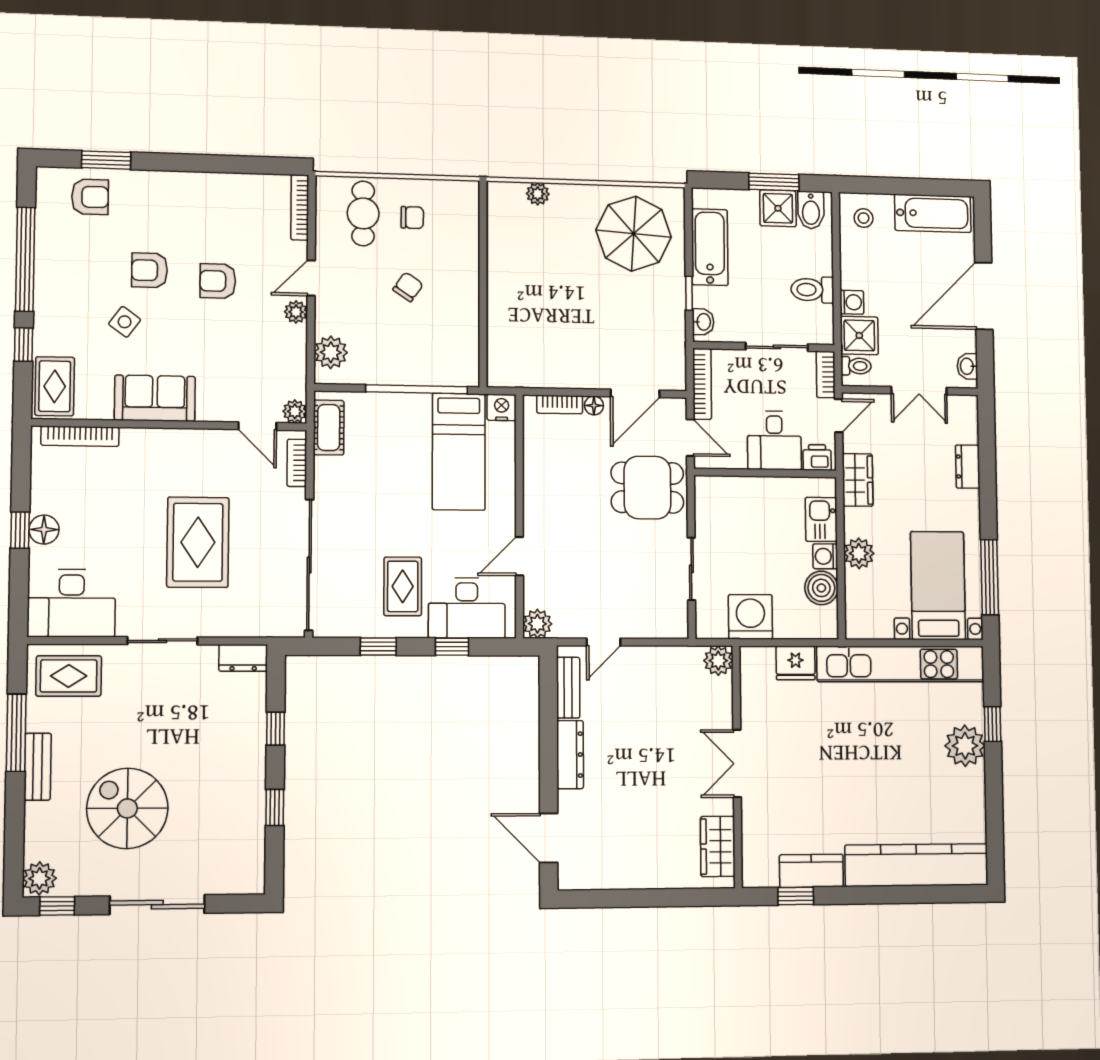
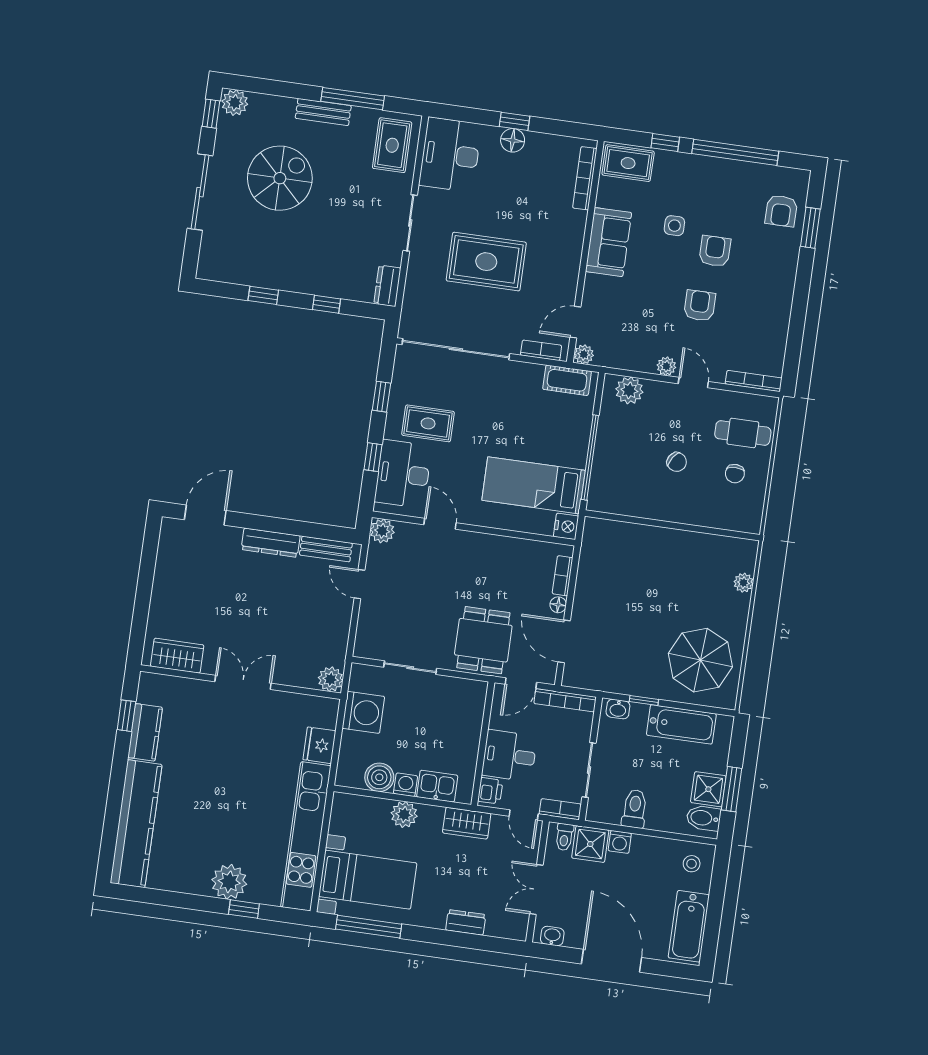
side table: (125, 322) -> (674, 226), turned -36

